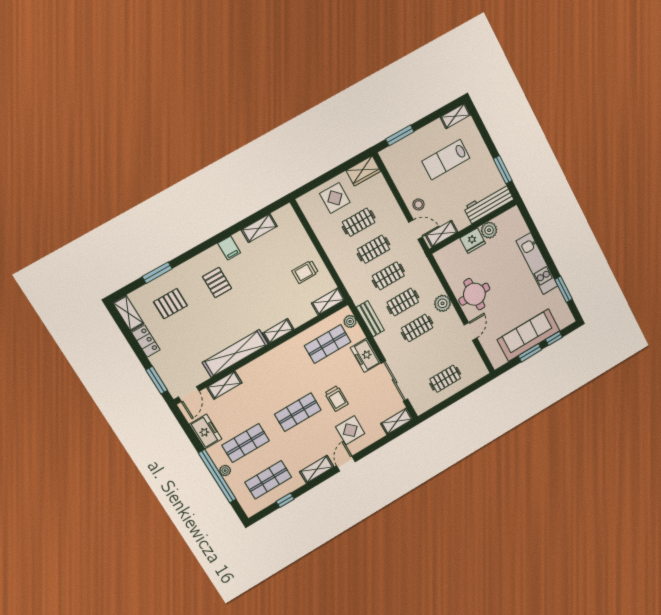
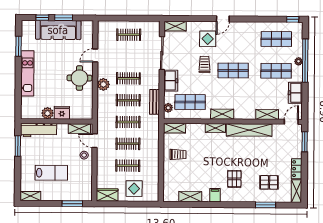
shelving: (317, 469) -> (222, 114), moved
window: (285, 500) -> (293, 19), moved

